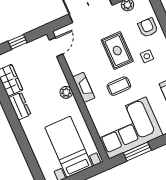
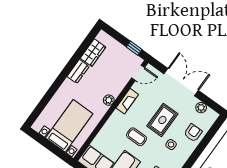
window: (18, 42) -> (134, 48), moved
fireplace: (84, 87) -> (127, 101), moved

